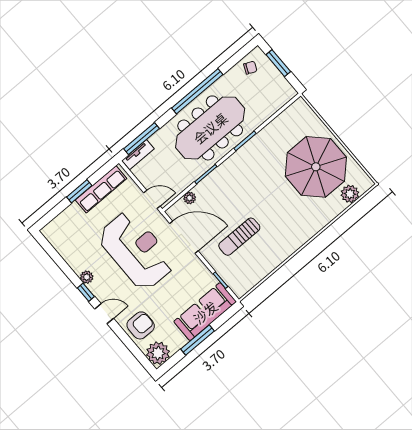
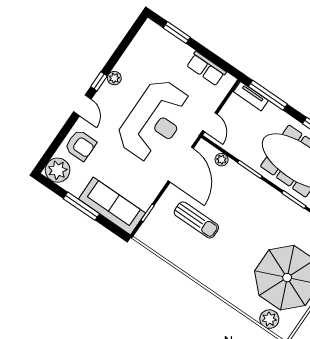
row of seats: (101, 189) -> (206, 69), width x0.68
window: (79, 191) -> (177, 33), moved
sun lounger: (239, 237) -> (196, 220), turned 180

